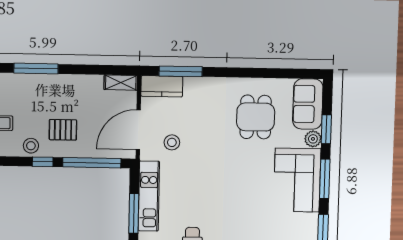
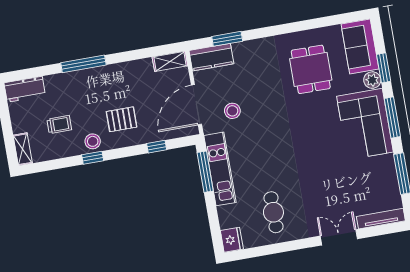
window: (181, 71) -> (227, 39), width x0.69
window: (43, 162) -> (93, 158), moved
window: (92, 163) -> (157, 147), width x0.32
window: (134, 213) -> (205, 172), moved

